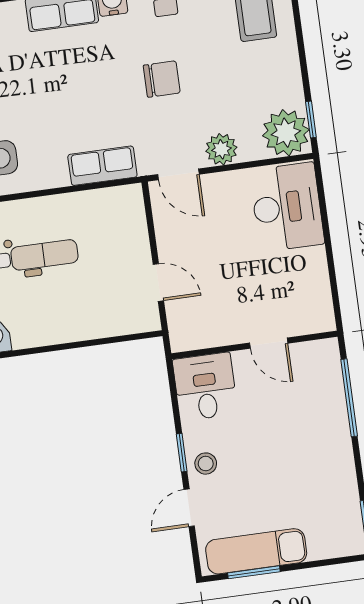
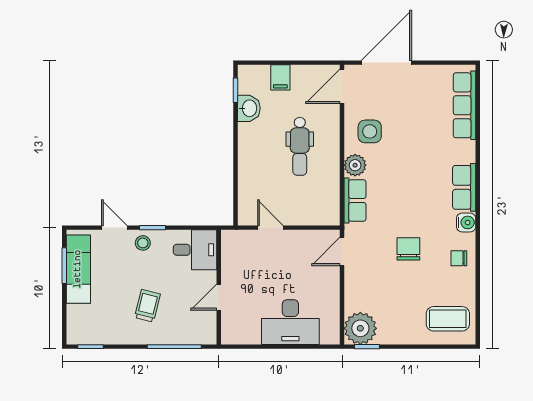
chair: (162, 79) -> (408, 249), turned 180
plant: (221, 149) -> (355, 165), moved
desk: (287, 207) -> (290, 322), moved
door: (158, 282) -> (270, 228), swing flipped
trolley: (295, 444) -> (147, 306), added

